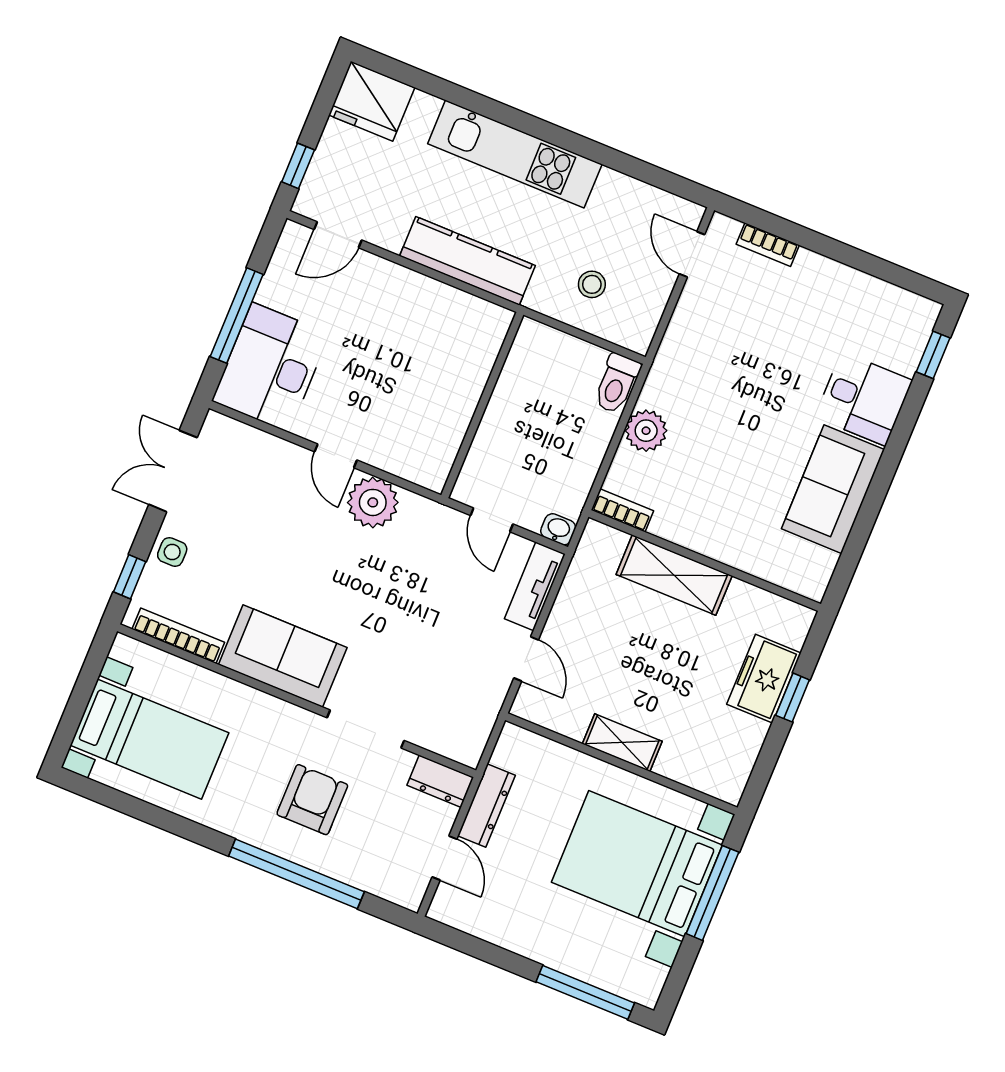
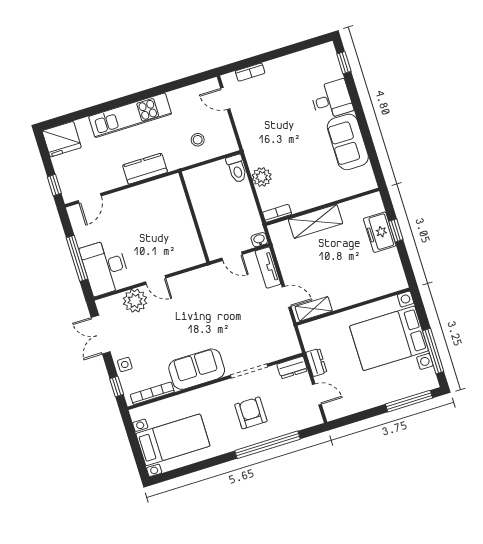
kitchen counter: (467, 261) -> (145, 169), width x0.67
plant: (373, 502) -> (135, 301), moved
shelving: (622, 743) -> (314, 309), moved
dresser: (486, 805) -> (316, 362), width x0.70
window: (712, 893) -> (433, 351), moved

